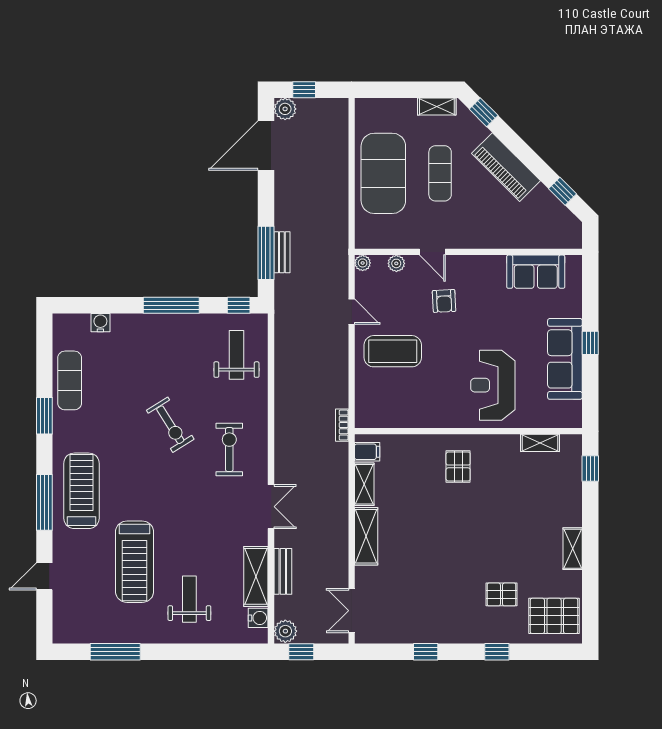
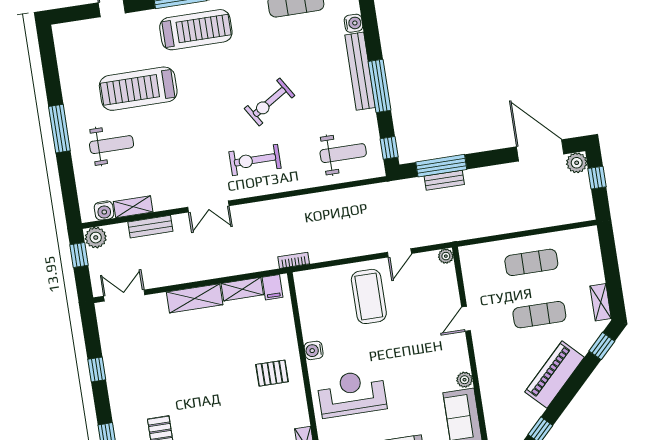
exercise mat: (383, 173) -> (531, 262), width x0.50, depth x0.69
plant: (396, 263) -> (465, 380), moved
armchair: (444, 301) -> (422, 337), removed
bench: (152, 324) -> (360, 71), added
water cooler: (441, 419) -> (314, 350), added
exercise bike: (229, 450) -> (255, 160), turned 180
shelving: (256, 576) -> (133, 207), width x0.67, depth x0.75
window: (115, 652) -> (59, 129), moved

